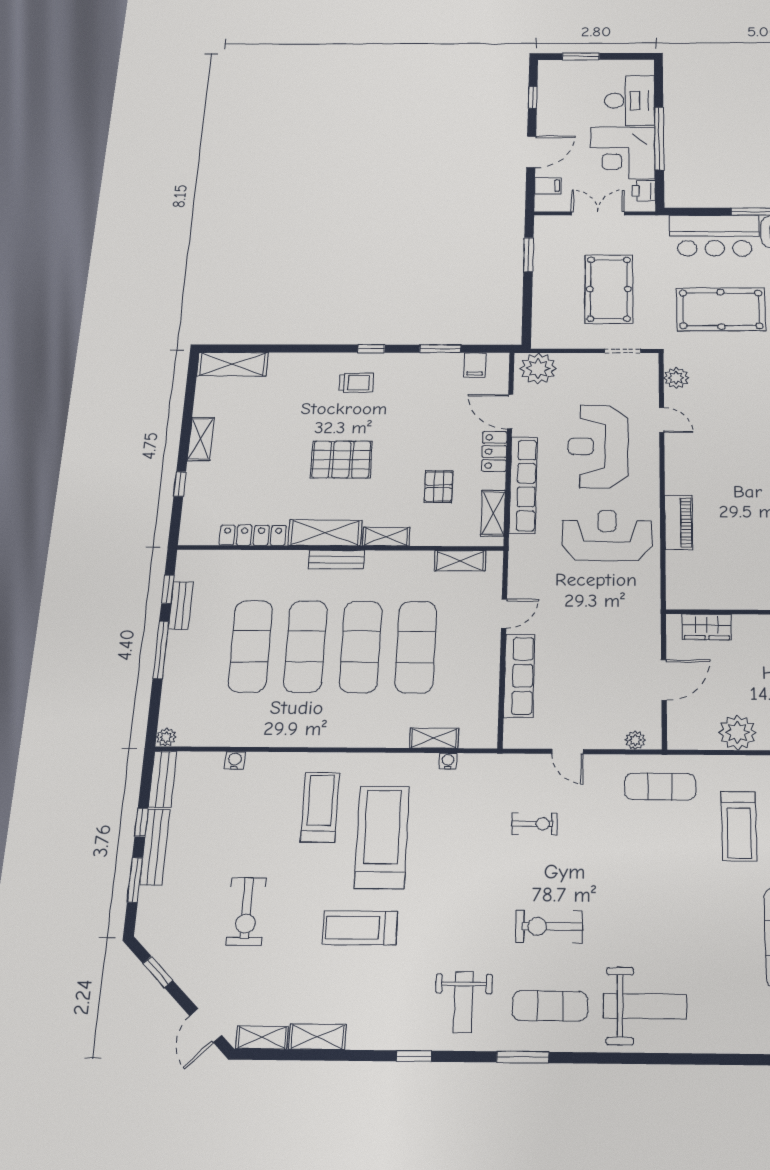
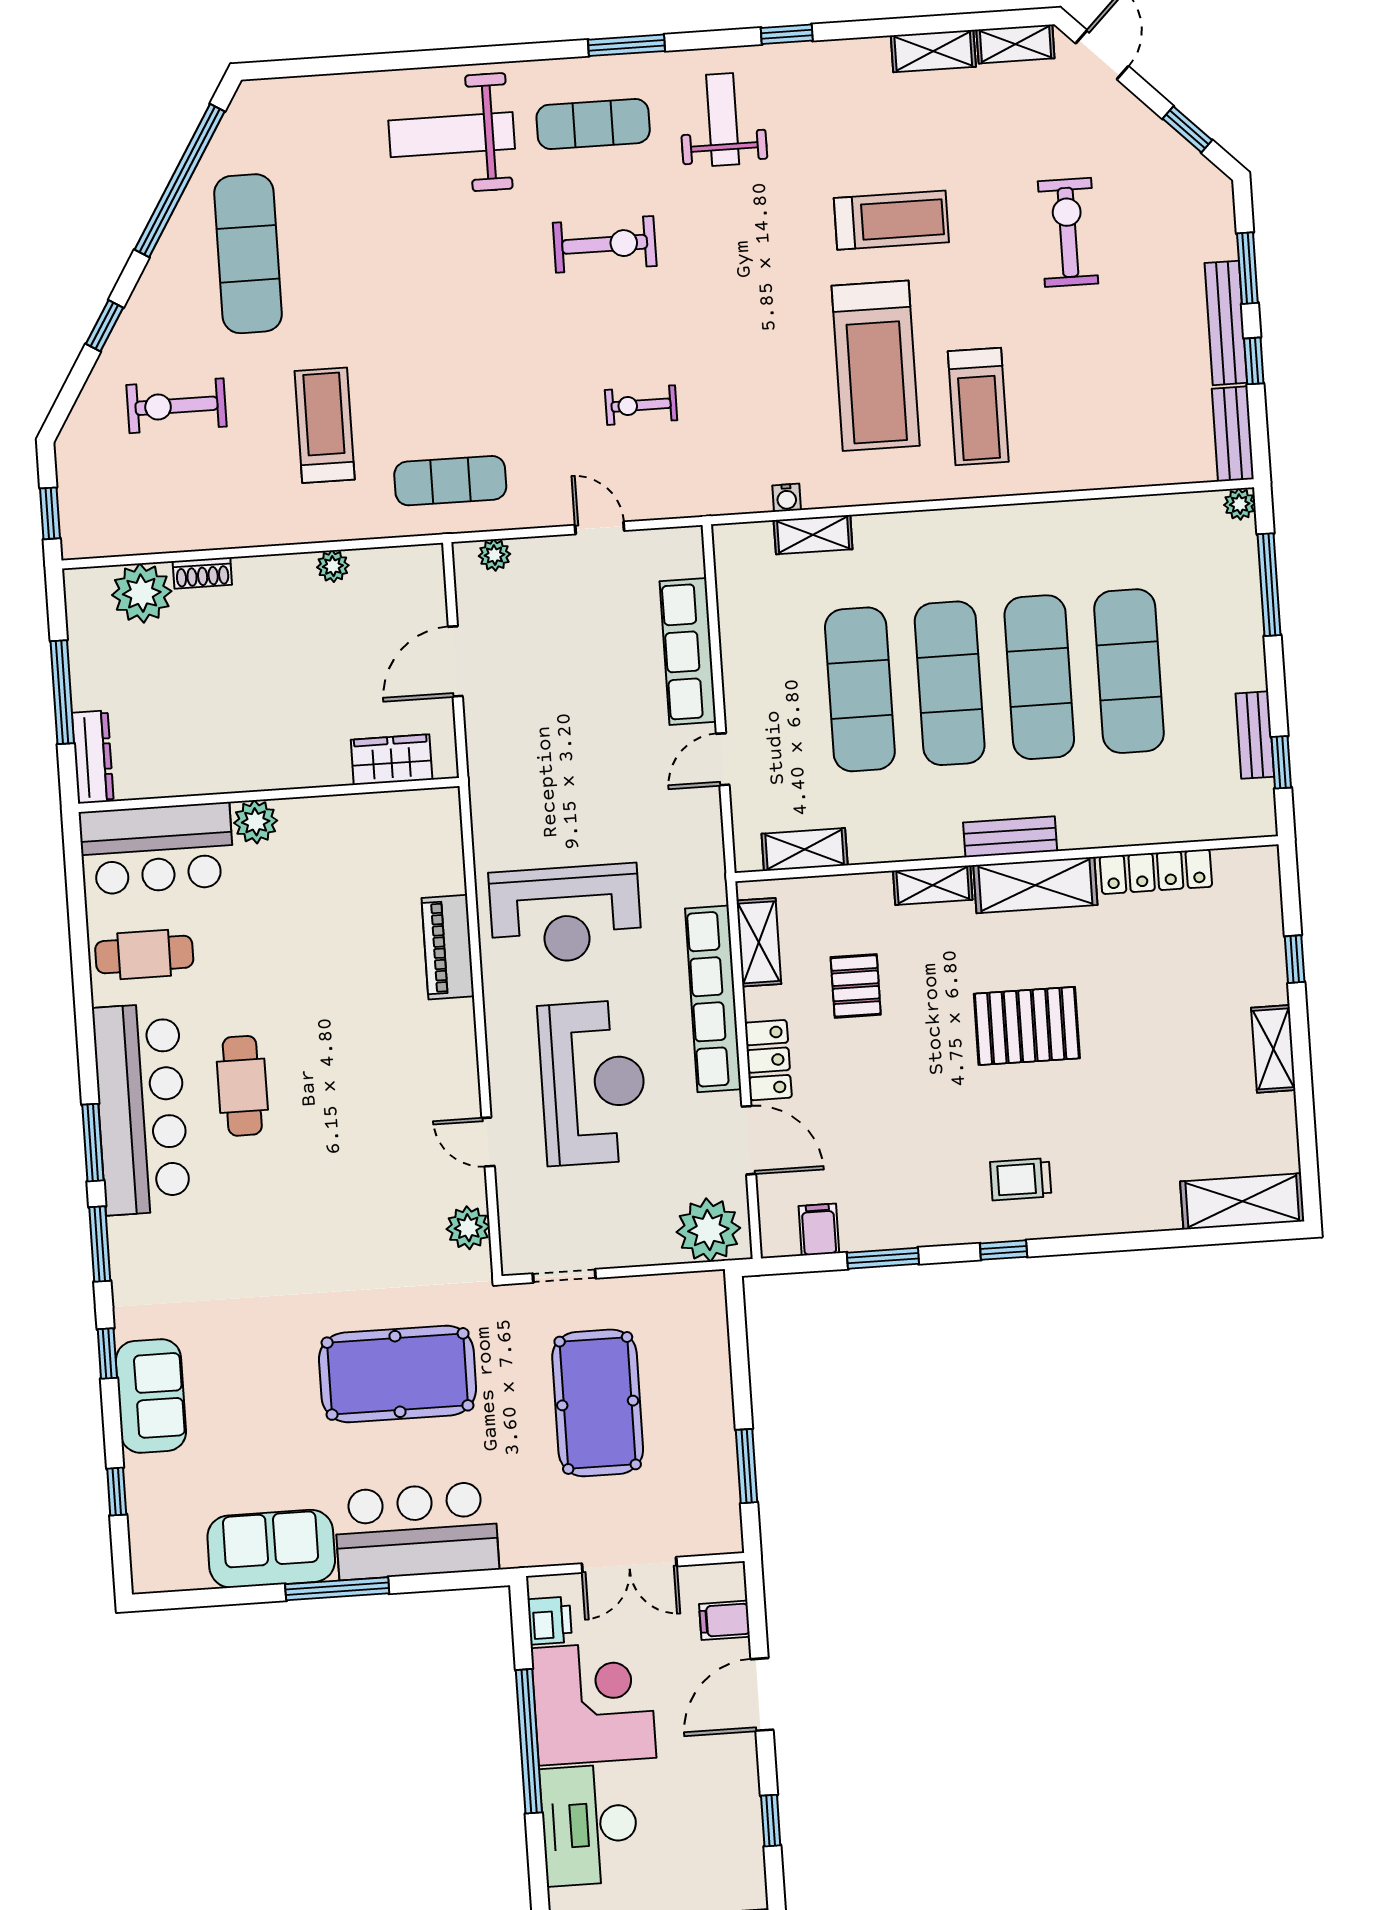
window: (161, 650) -> (1269, 585), moved
plant: (737, 732) -> (333, 566), width x0.53, depth x0.53
water cooler: (235, 760) -> (1124, 473), removed

